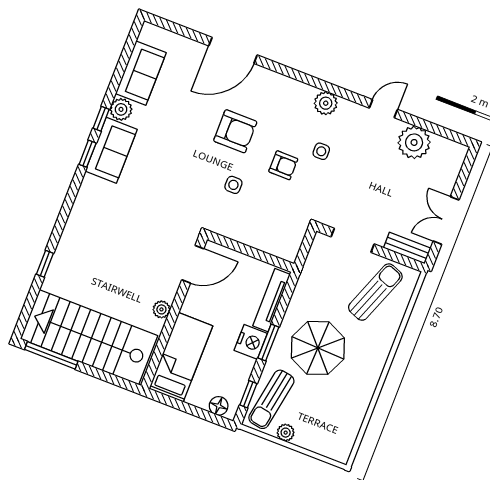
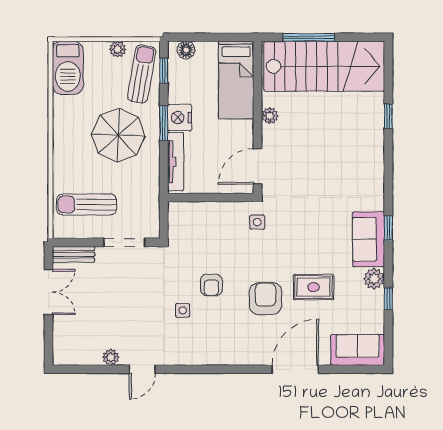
sofa: (141, 73) -> (358, 350), moved, turned 90
plant: (326, 103) -> (195, 354), removed
window: (101, 119) -> (388, 299), moved
rug: (184, 124) -> (314, 287), added
armchair: (235, 131) -> (266, 299), turned 90
plant: (414, 142) -> (111, 357), width x0.53, depth x0.53
armchair: (283, 165) -> (211, 285), turned -90
side table: (233, 185) -> (257, 222), moved
sun lounger: (375, 292) -> (86, 204), turned 69
window: (51, 355) -> (309, 37), moved
barbecue: (342, 434) -> (68, 68), added

